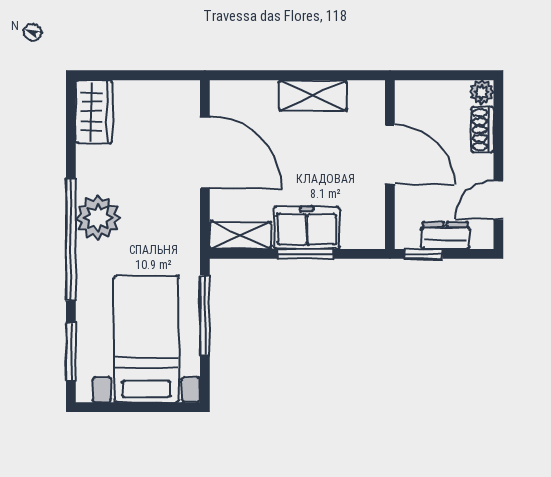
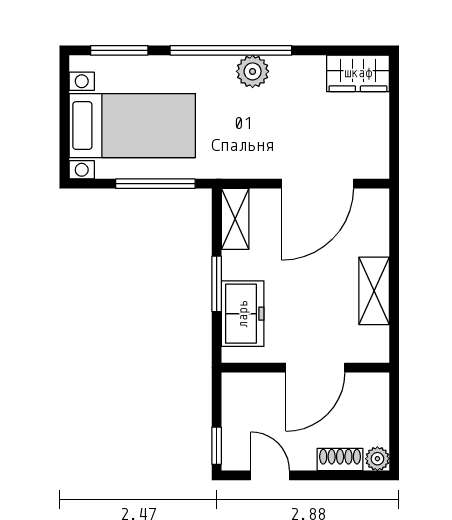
plant: (98, 218) -> (253, 71), width x0.73, depth x0.73
freezer: (307, 228) -> (243, 314), moved
dresser: (445, 236) -> (235, 423), removed
window: (423, 254) -> (217, 446), moved

